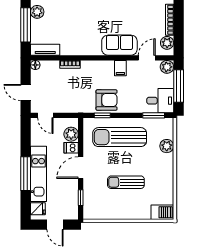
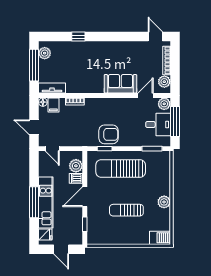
filing cabinet: (120, 68) -> (53, 105), moved
desk: (160, 101) -> (158, 125), moved
plant: (167, 146) -> (164, 202), moved

